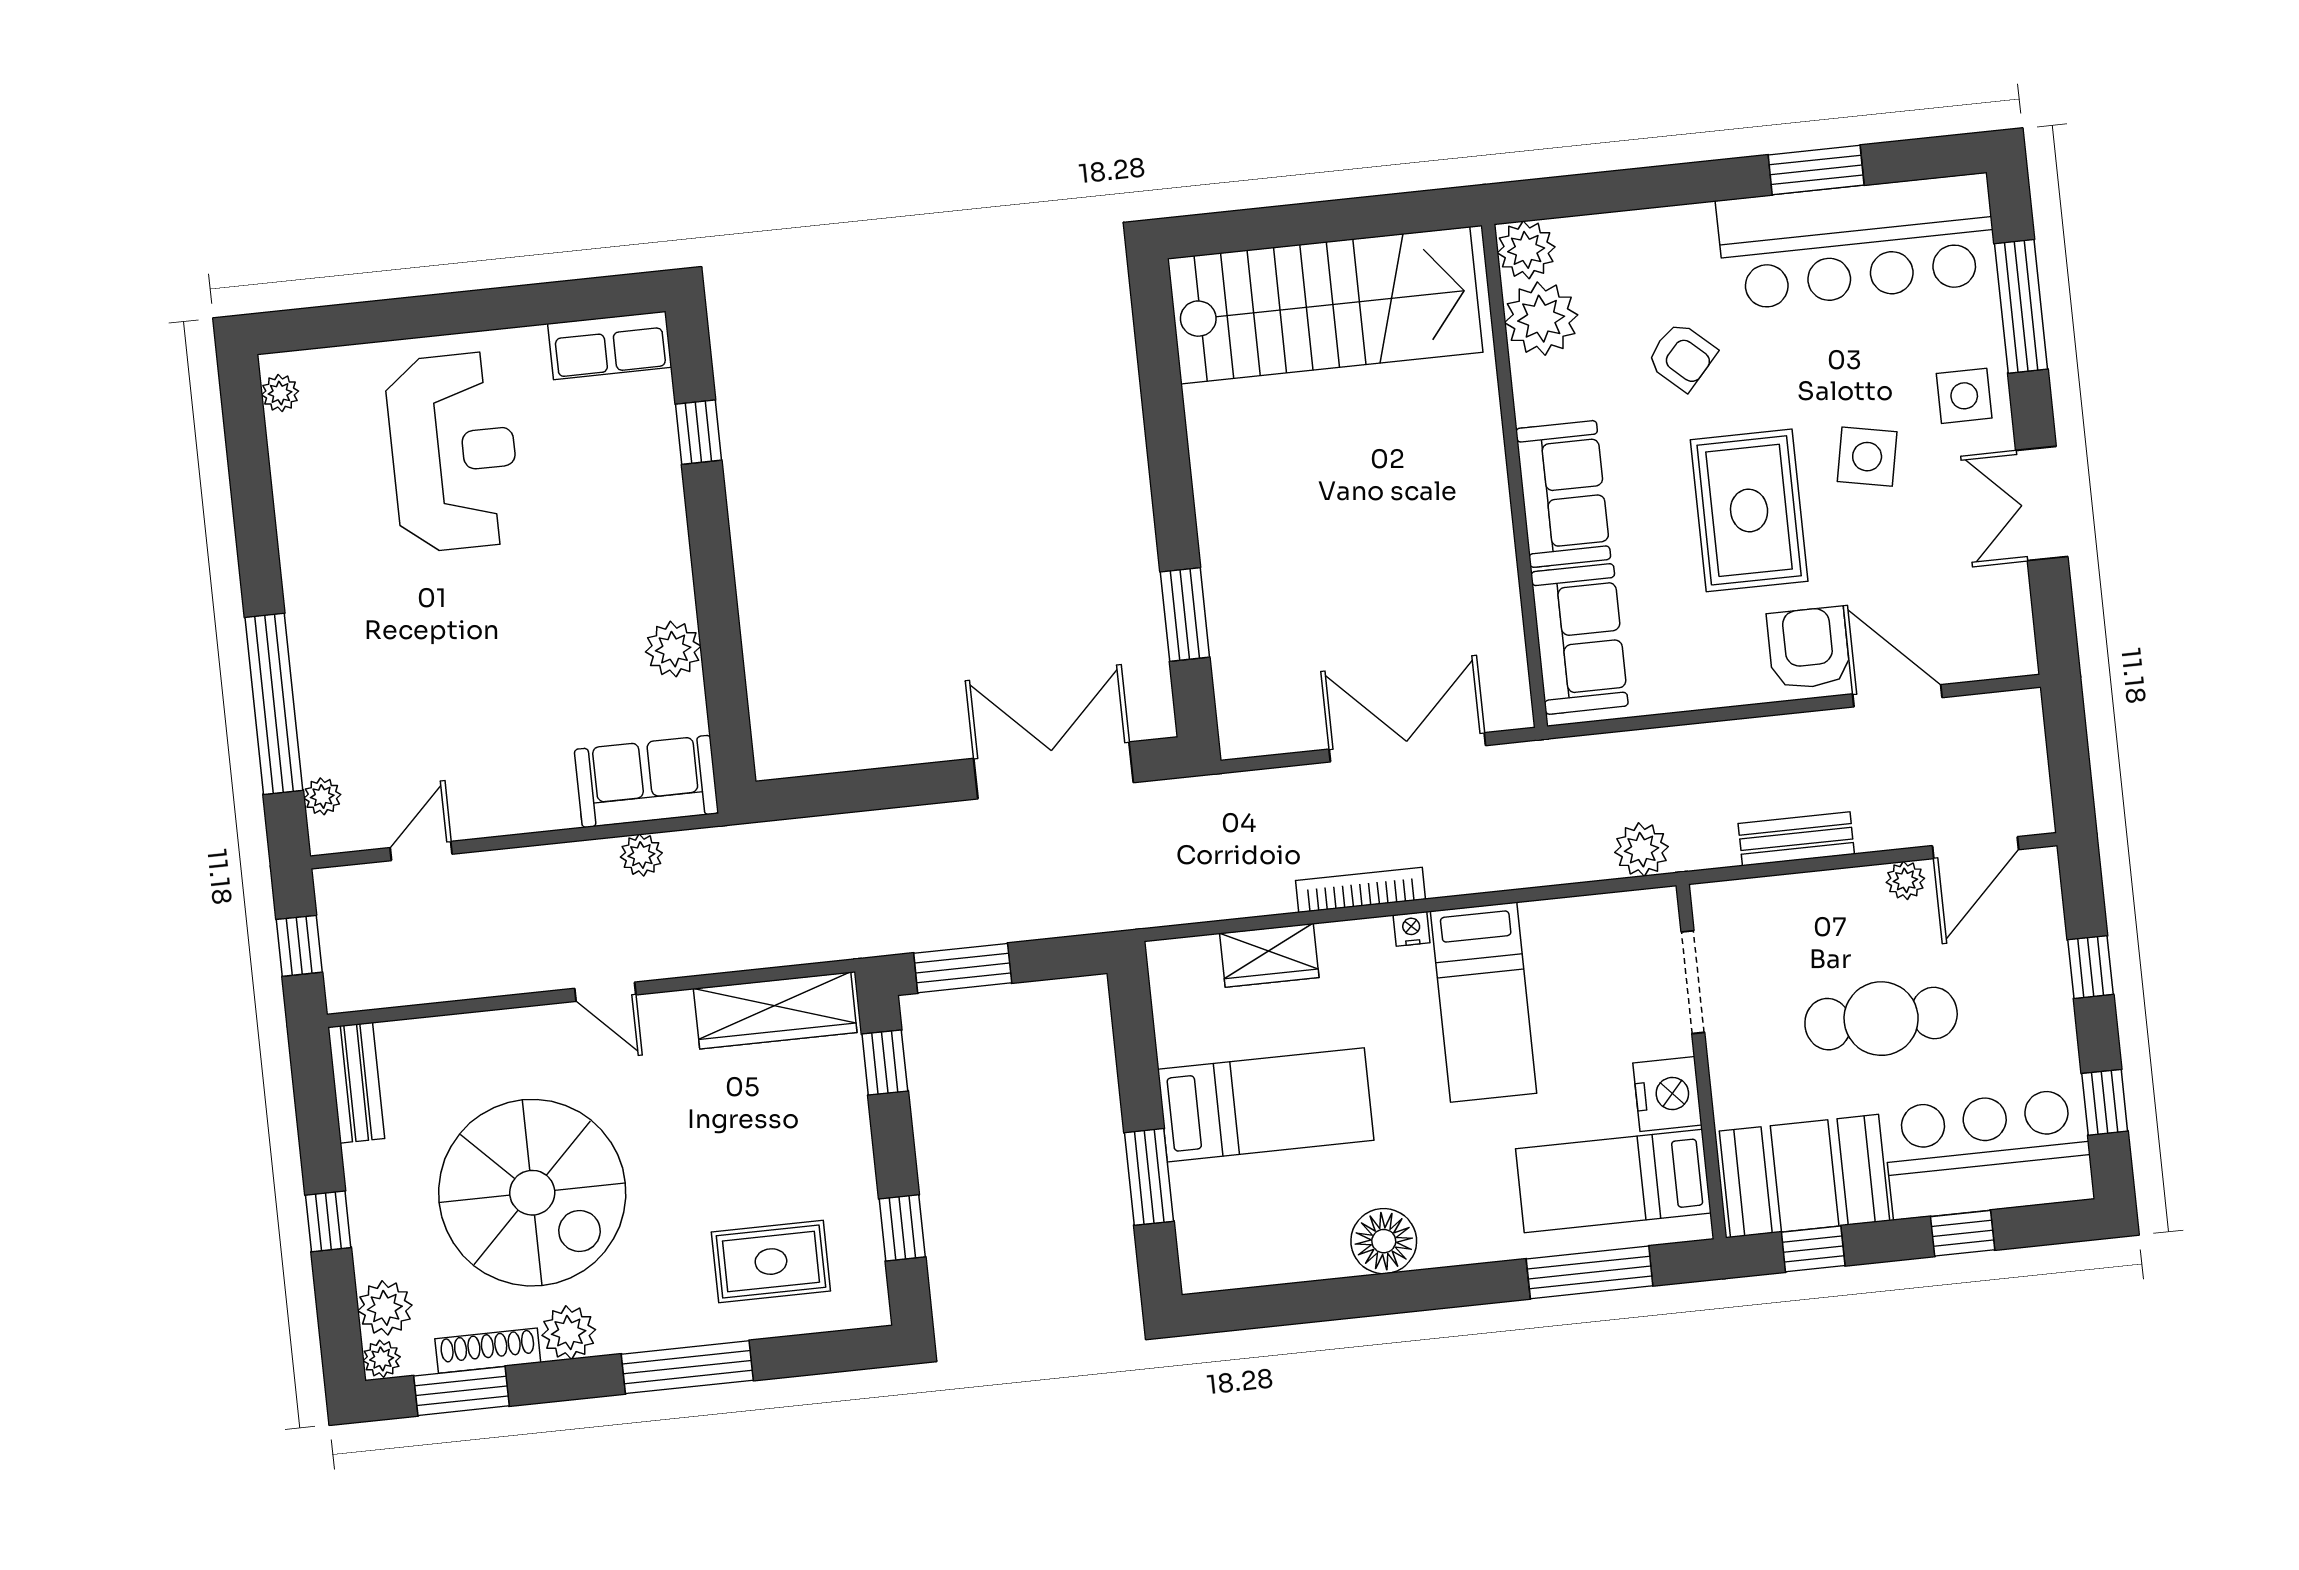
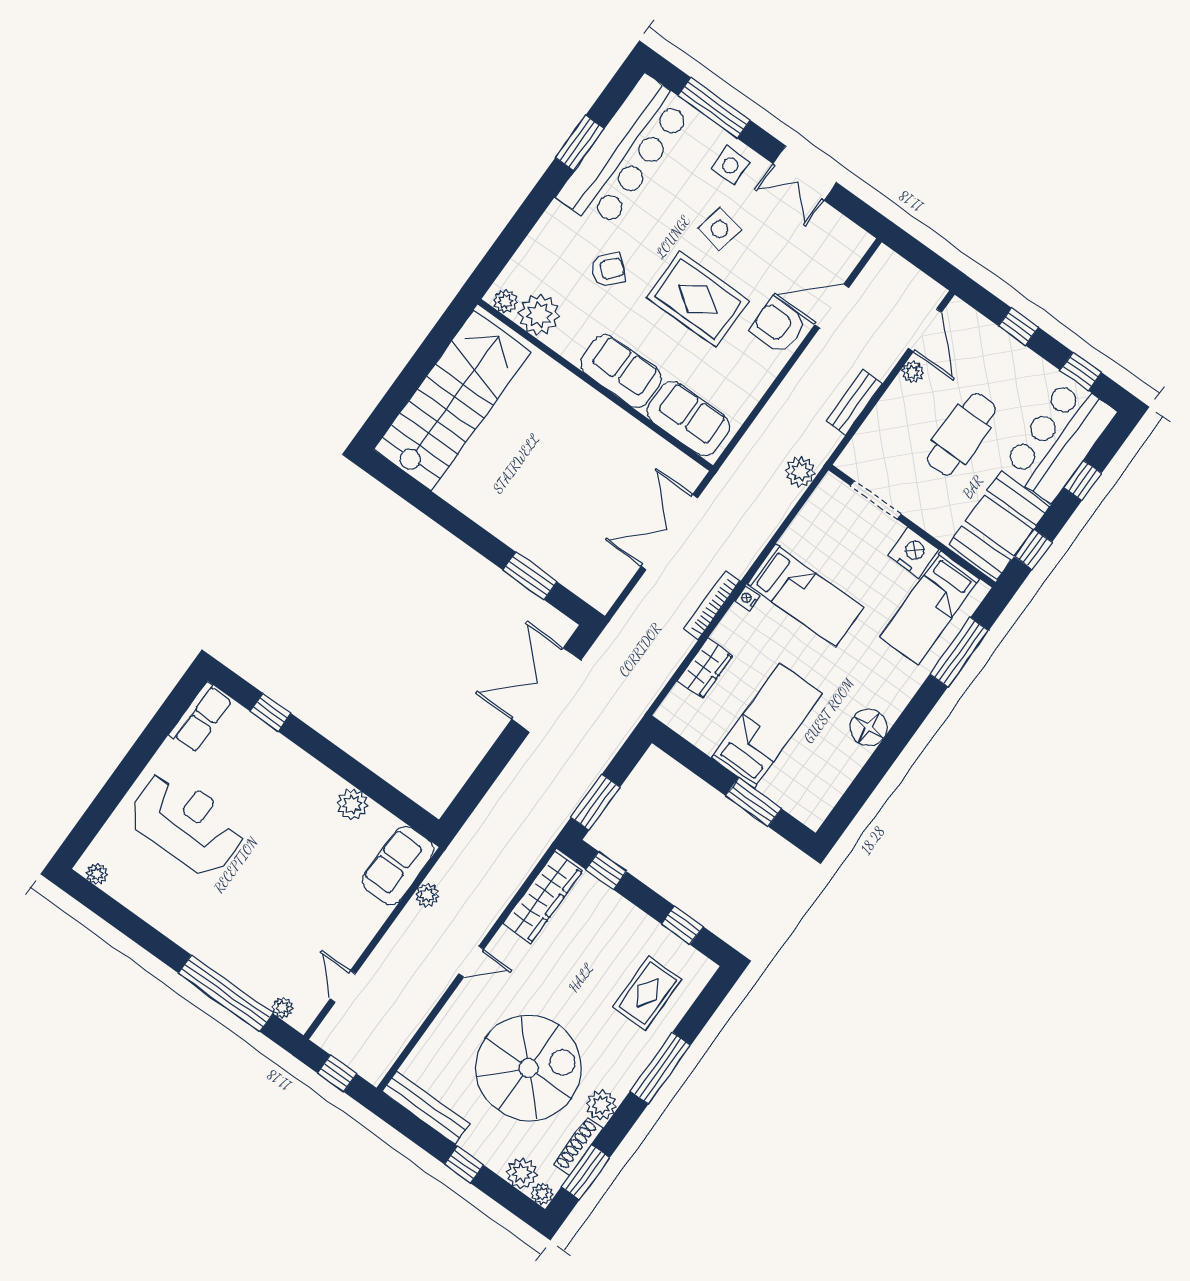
plant: (1526, 250) -> (505, 301), width x0.73, depth x0.73
bench: (356, 1083) -> (426, 1108), width x1.36

